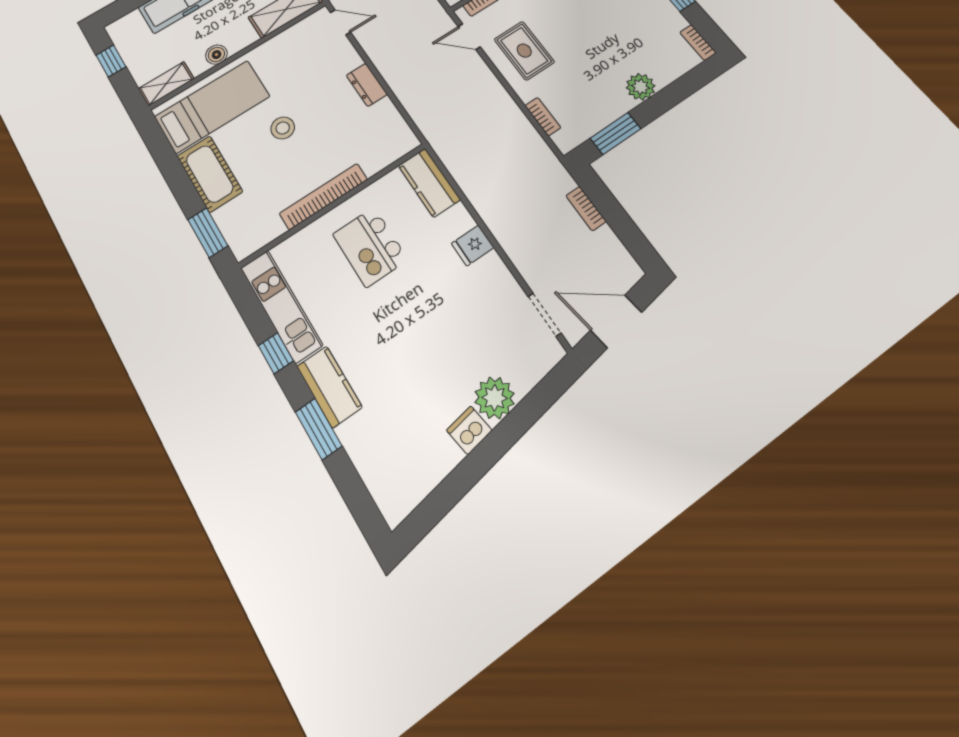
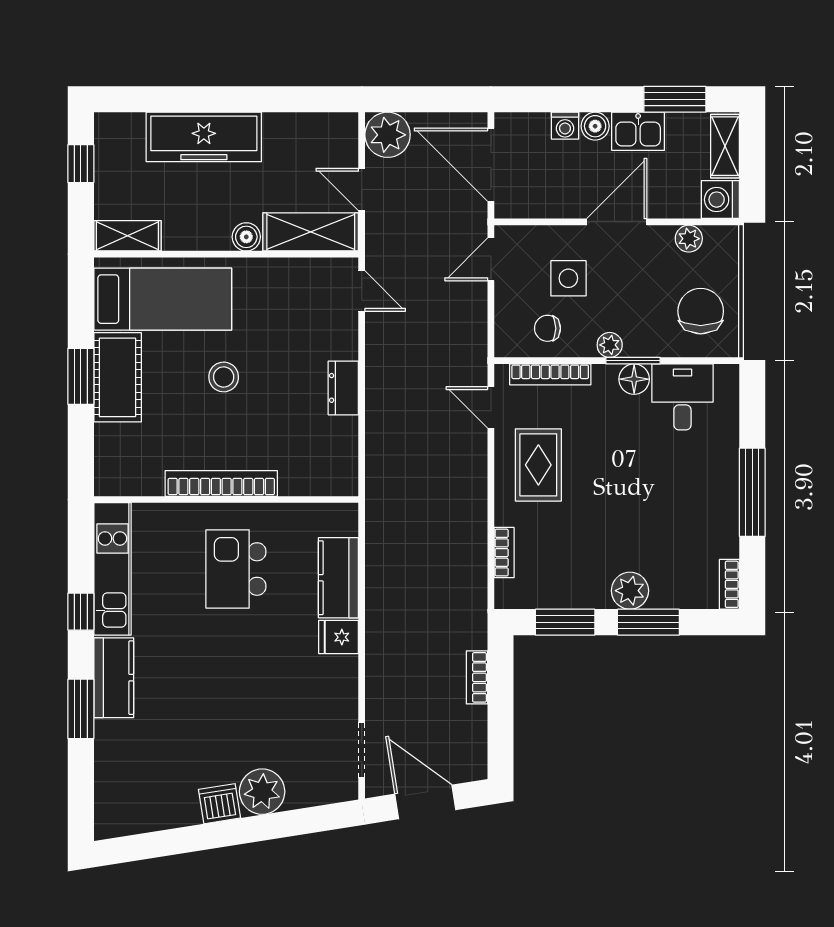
boiler: (216, 55) -> (246, 237), moved
window: (668, 98) -> (648, 622), added
kitchen counter: (429, 182) -> (338, 578), moved
window: (208, 233) -> (81, 376), moved

